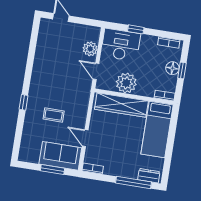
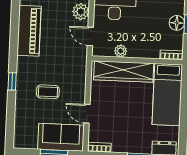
piano: (43, 60) -> (29, 31), added
plant: (126, 83) -> (121, 51), width x0.53, depth x0.53

